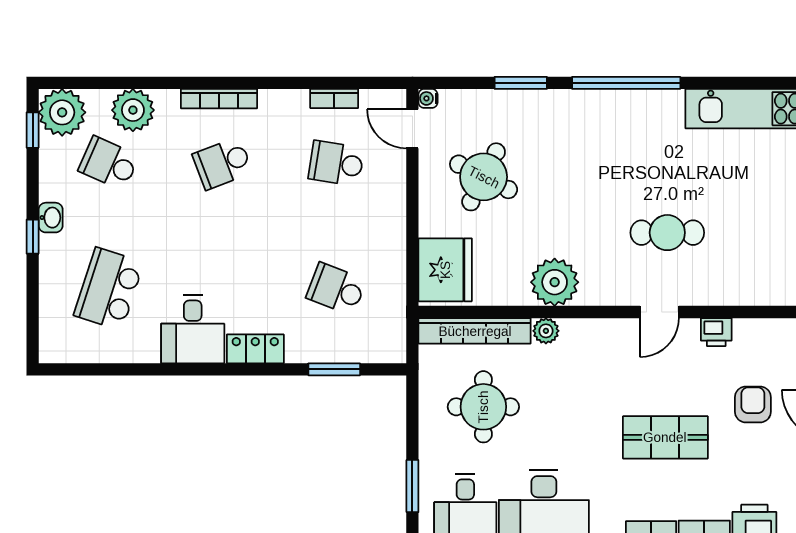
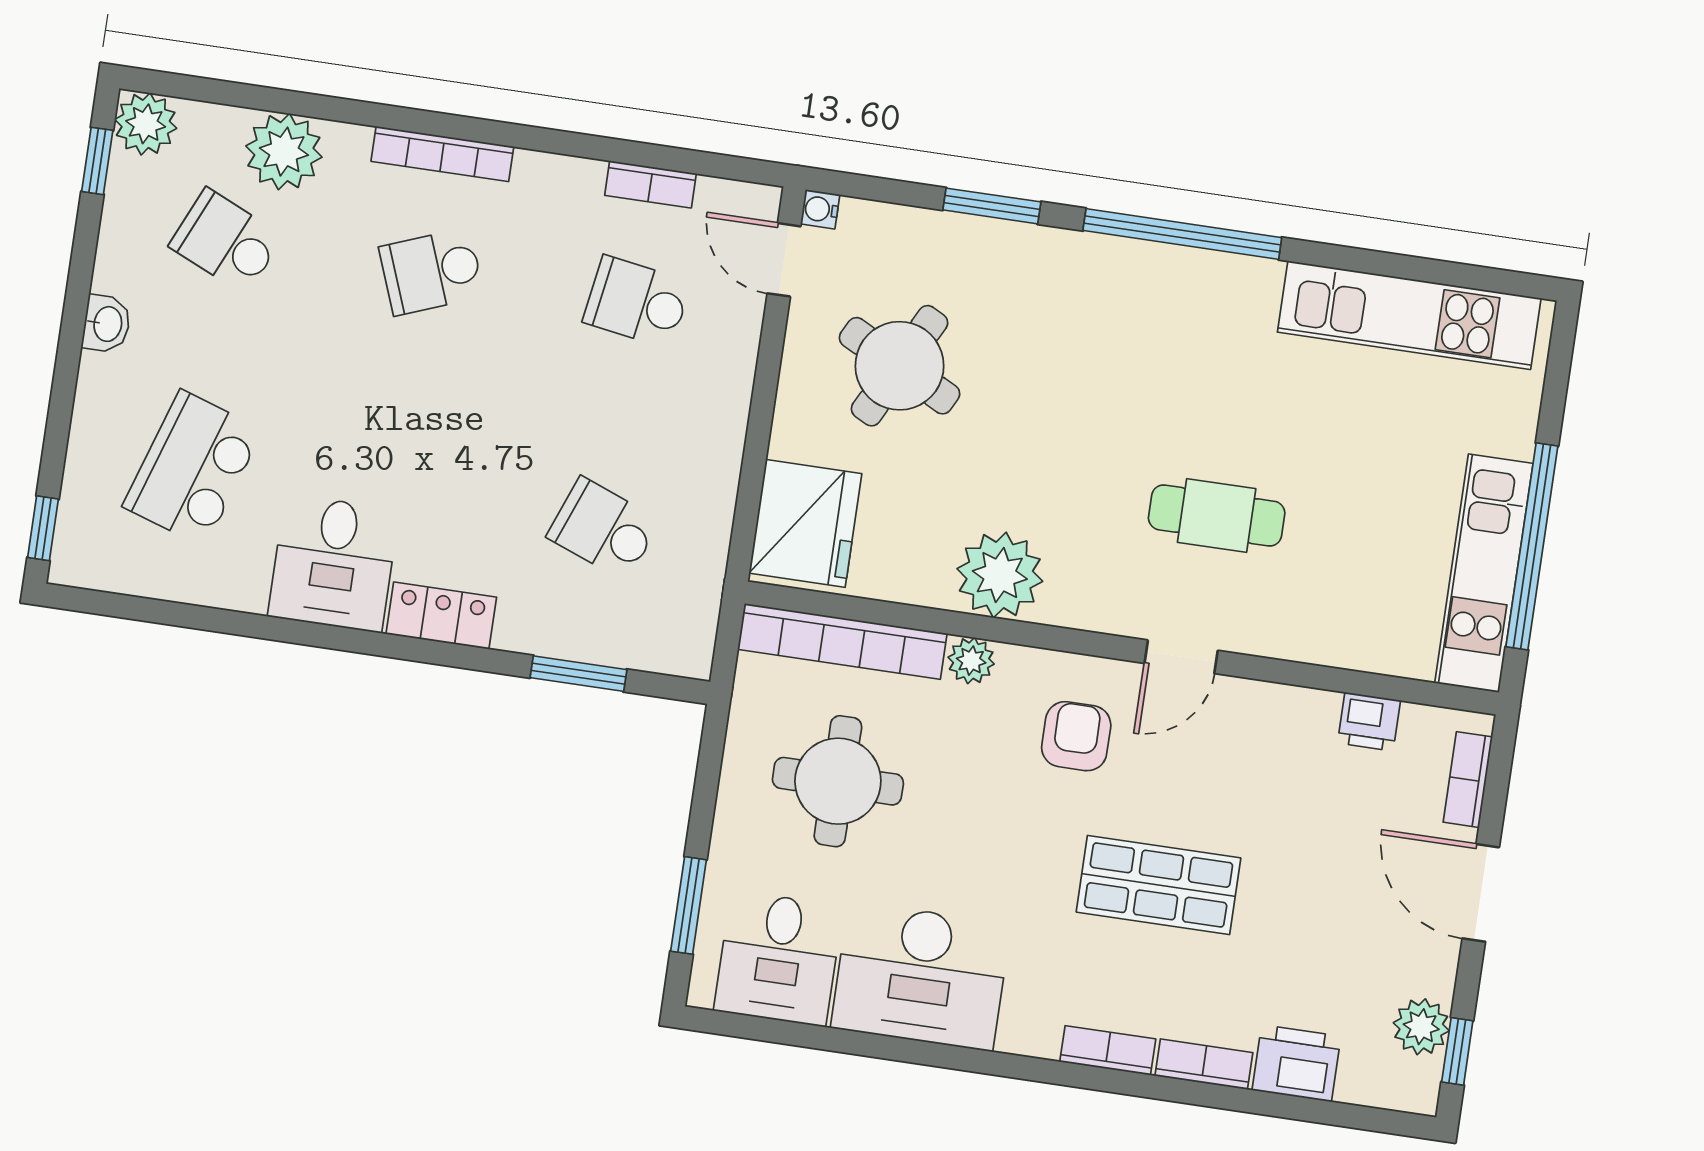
plant: (62, 112) -> (146, 124), width x0.73, depth x0.73
window: (33, 237) -> (43, 528), moved
printer: (716, 332) -> (1369, 722), moved
armchair: (753, 404) -> (1076, 736), moved

